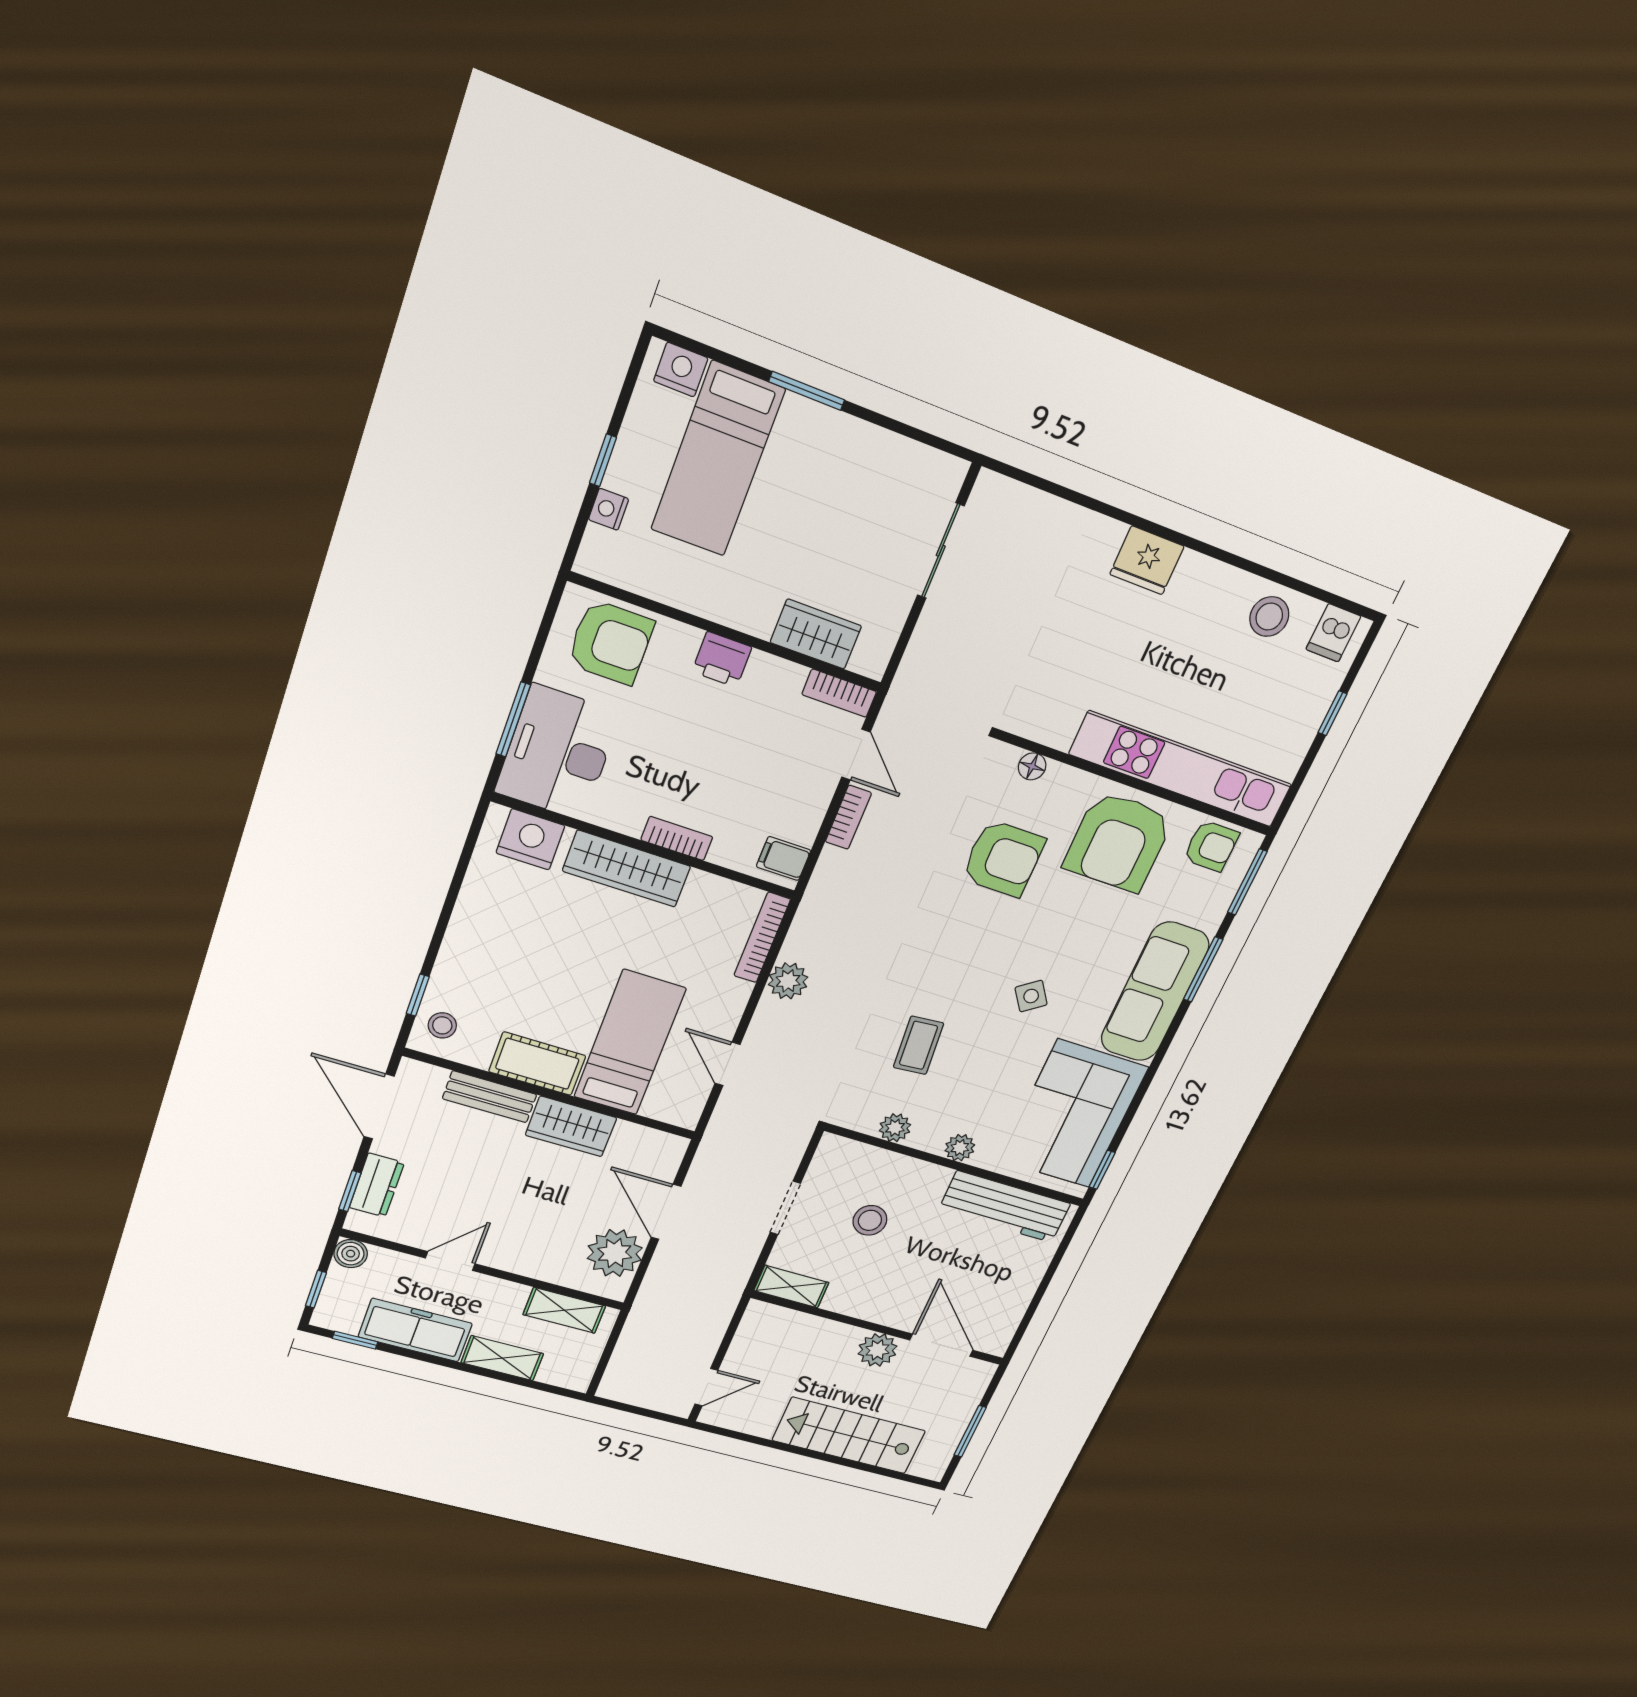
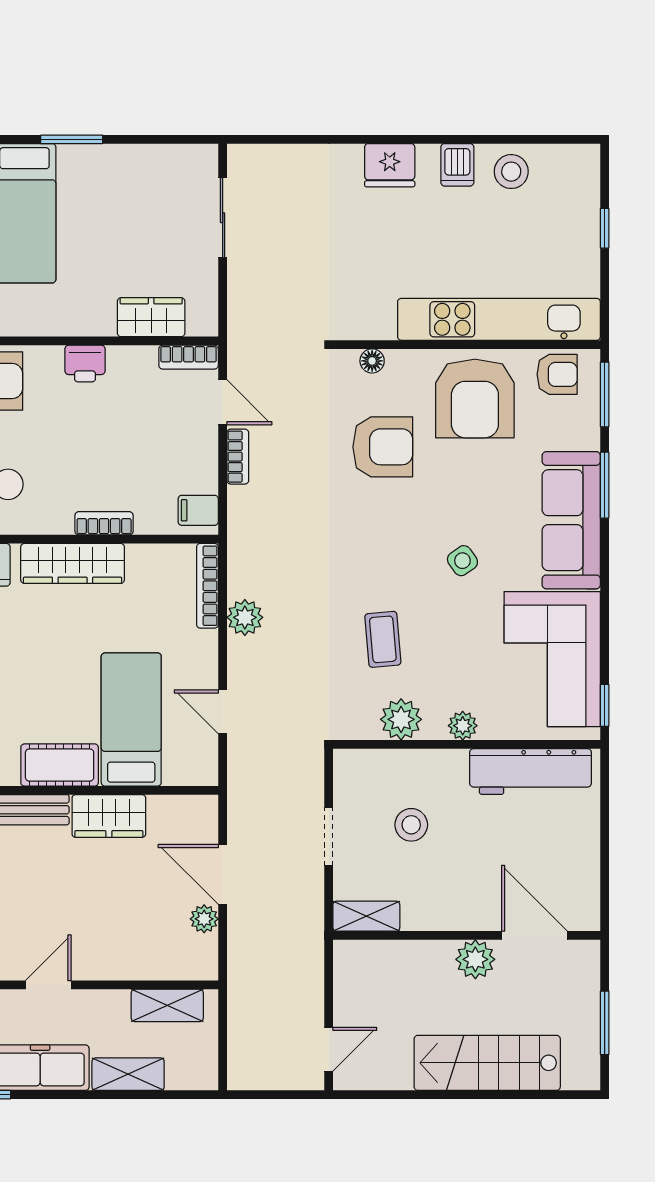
dishwasher: (1333, 633) -> (457, 165), moved
plant: (895, 1128) -> (401, 719), width x1.38, depth x1.38
plant: (615, 1253) -> (204, 919), width x0.53, depth x0.53

